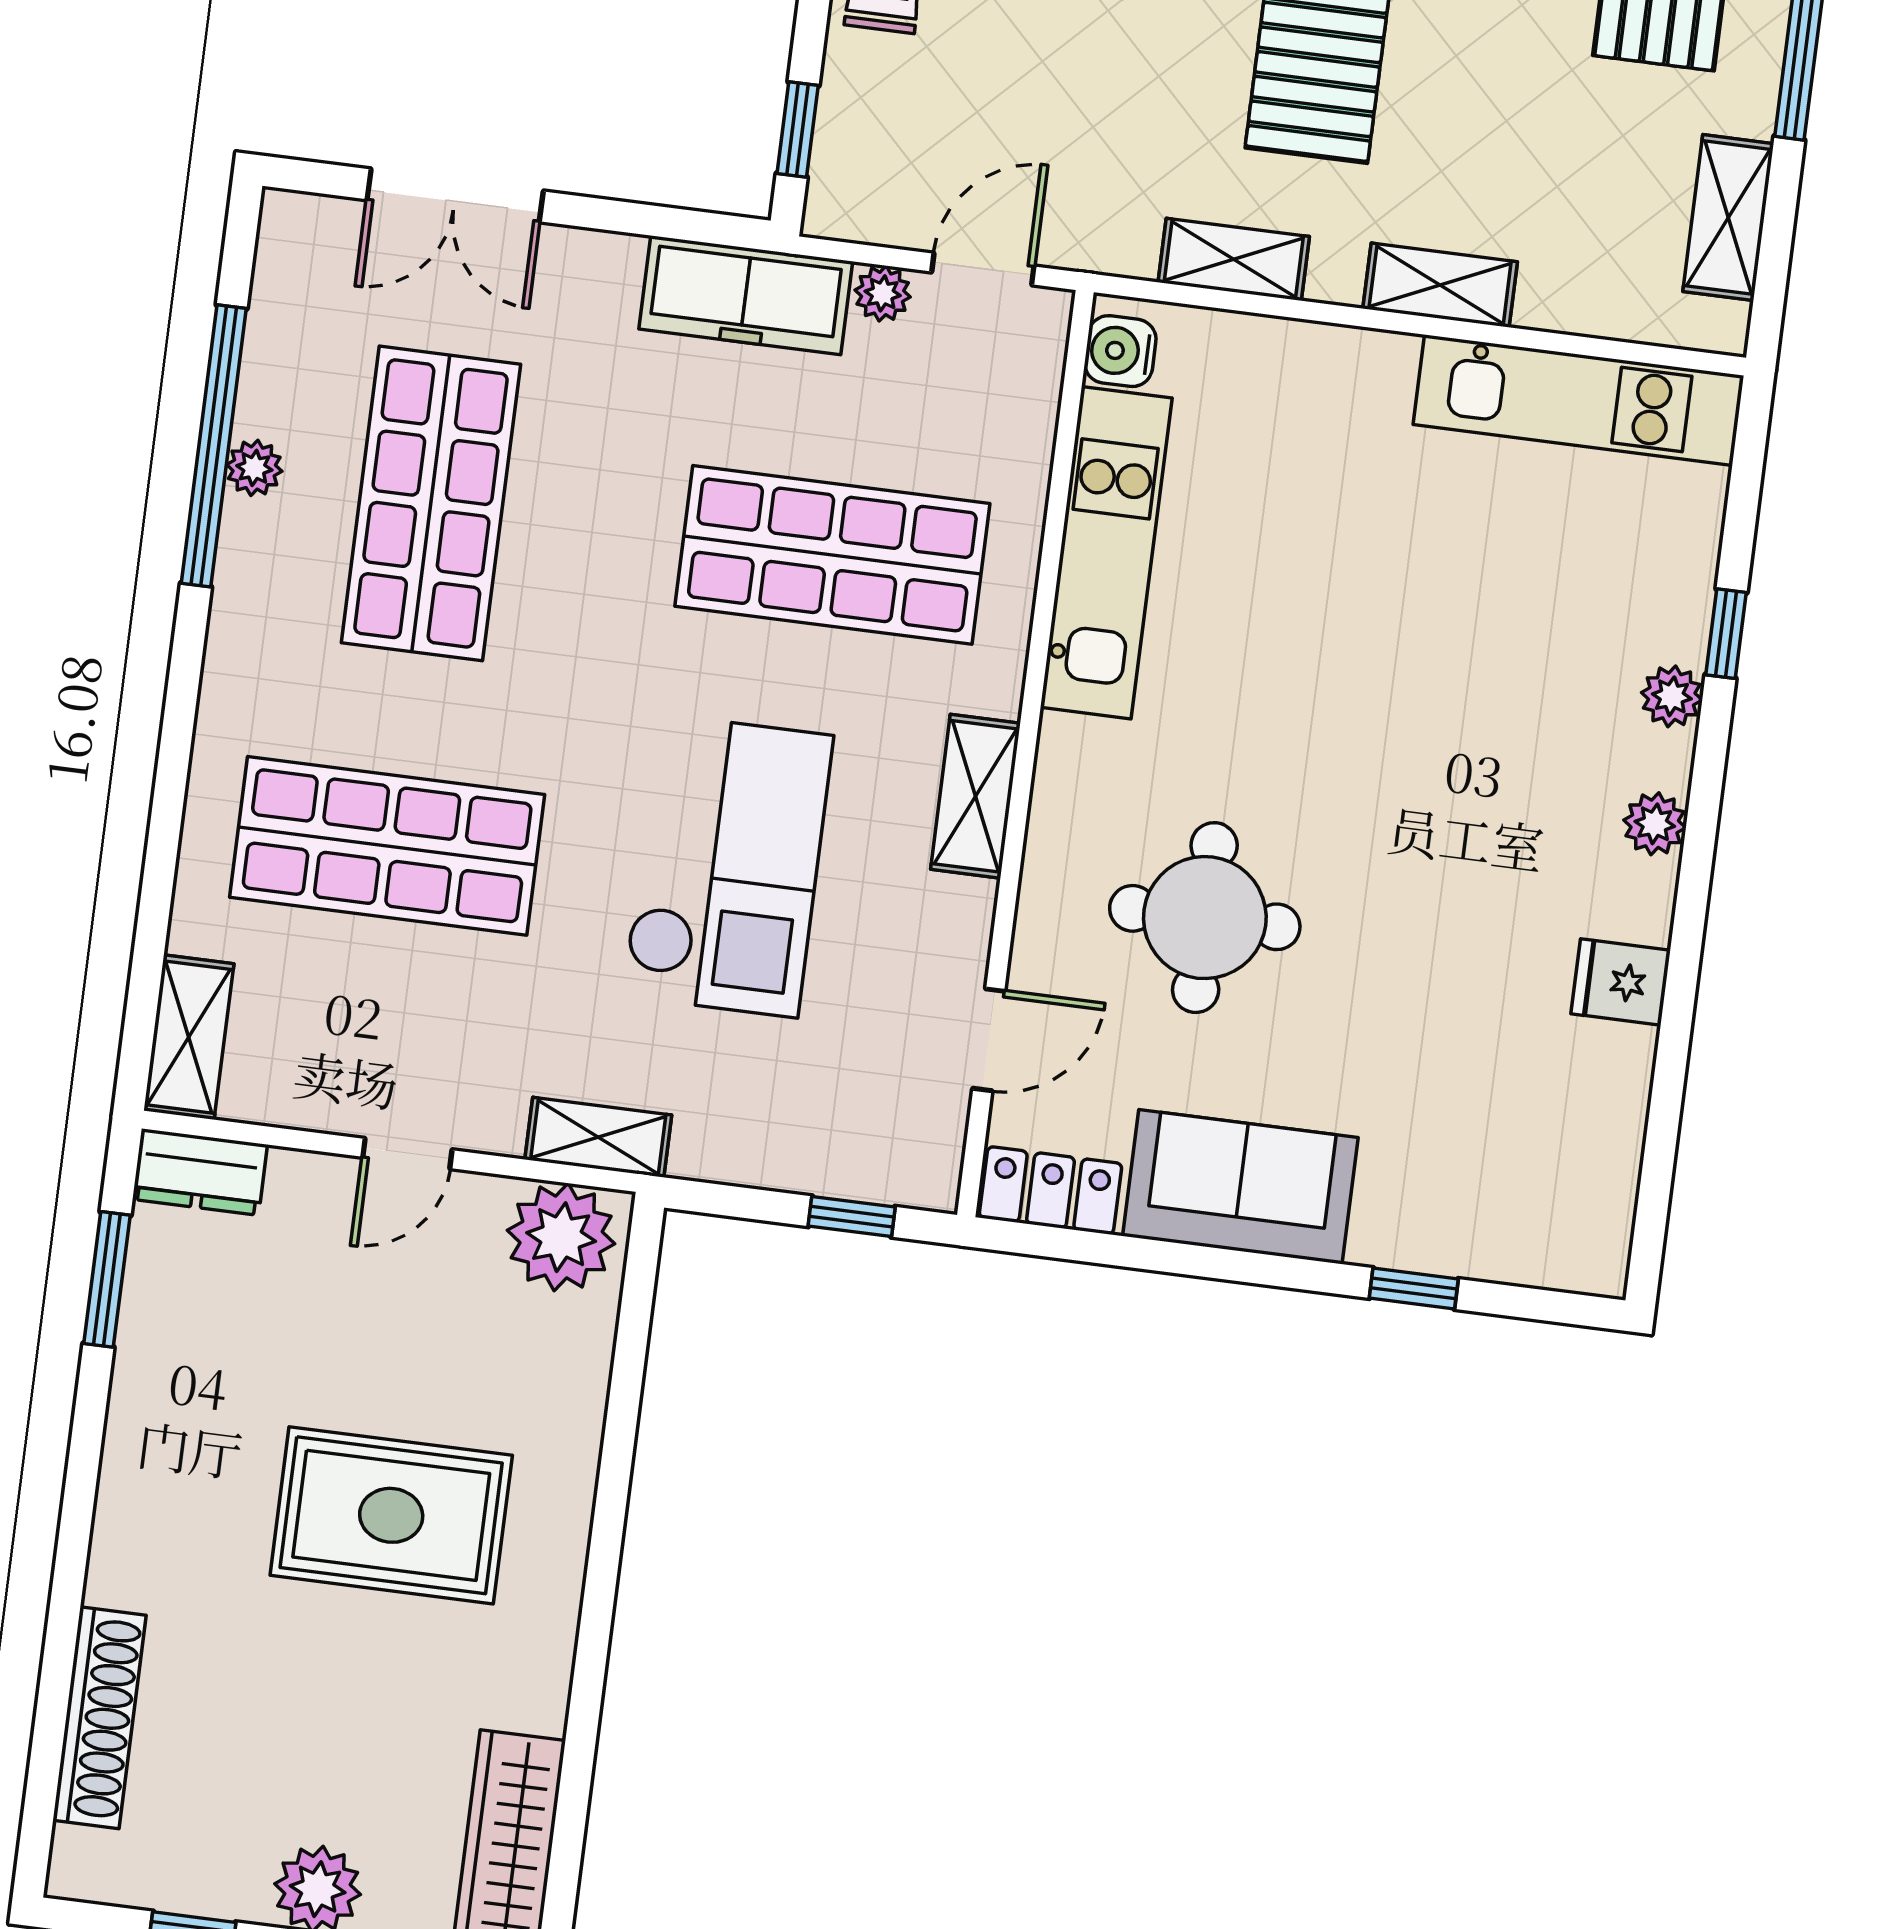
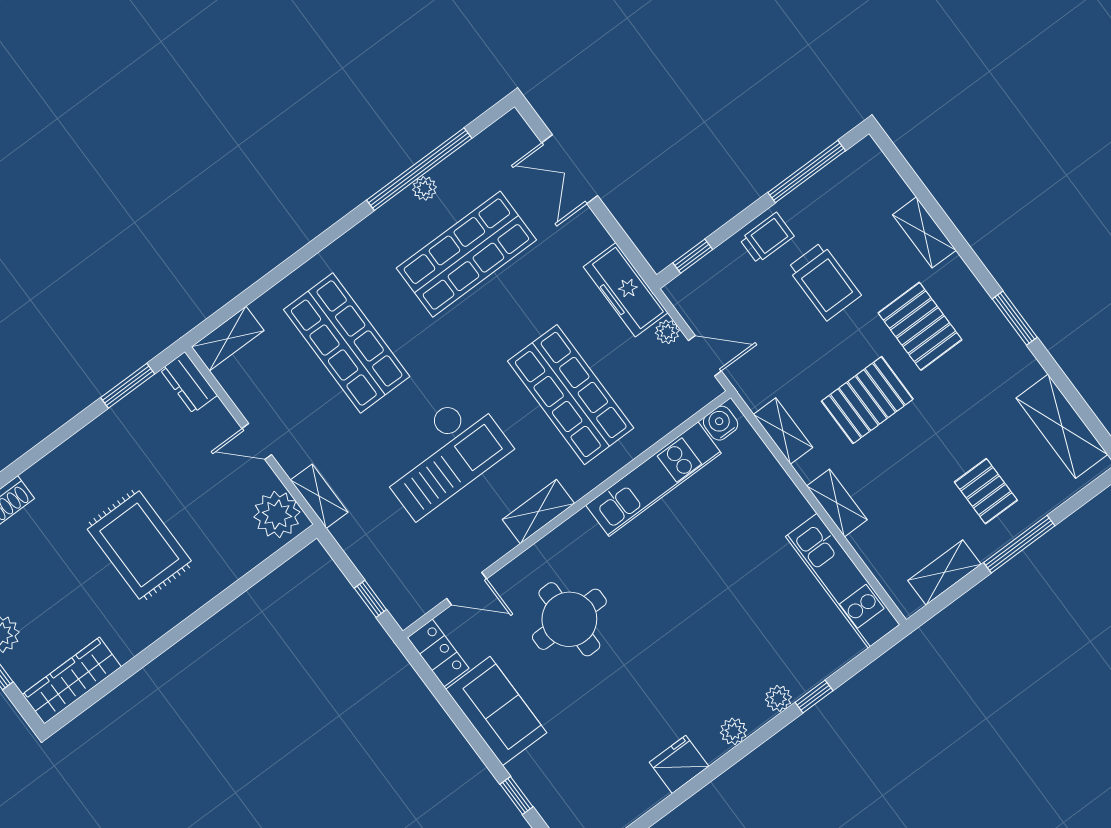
fridge: (1621, 982) -> (679, 764), width x1.38

